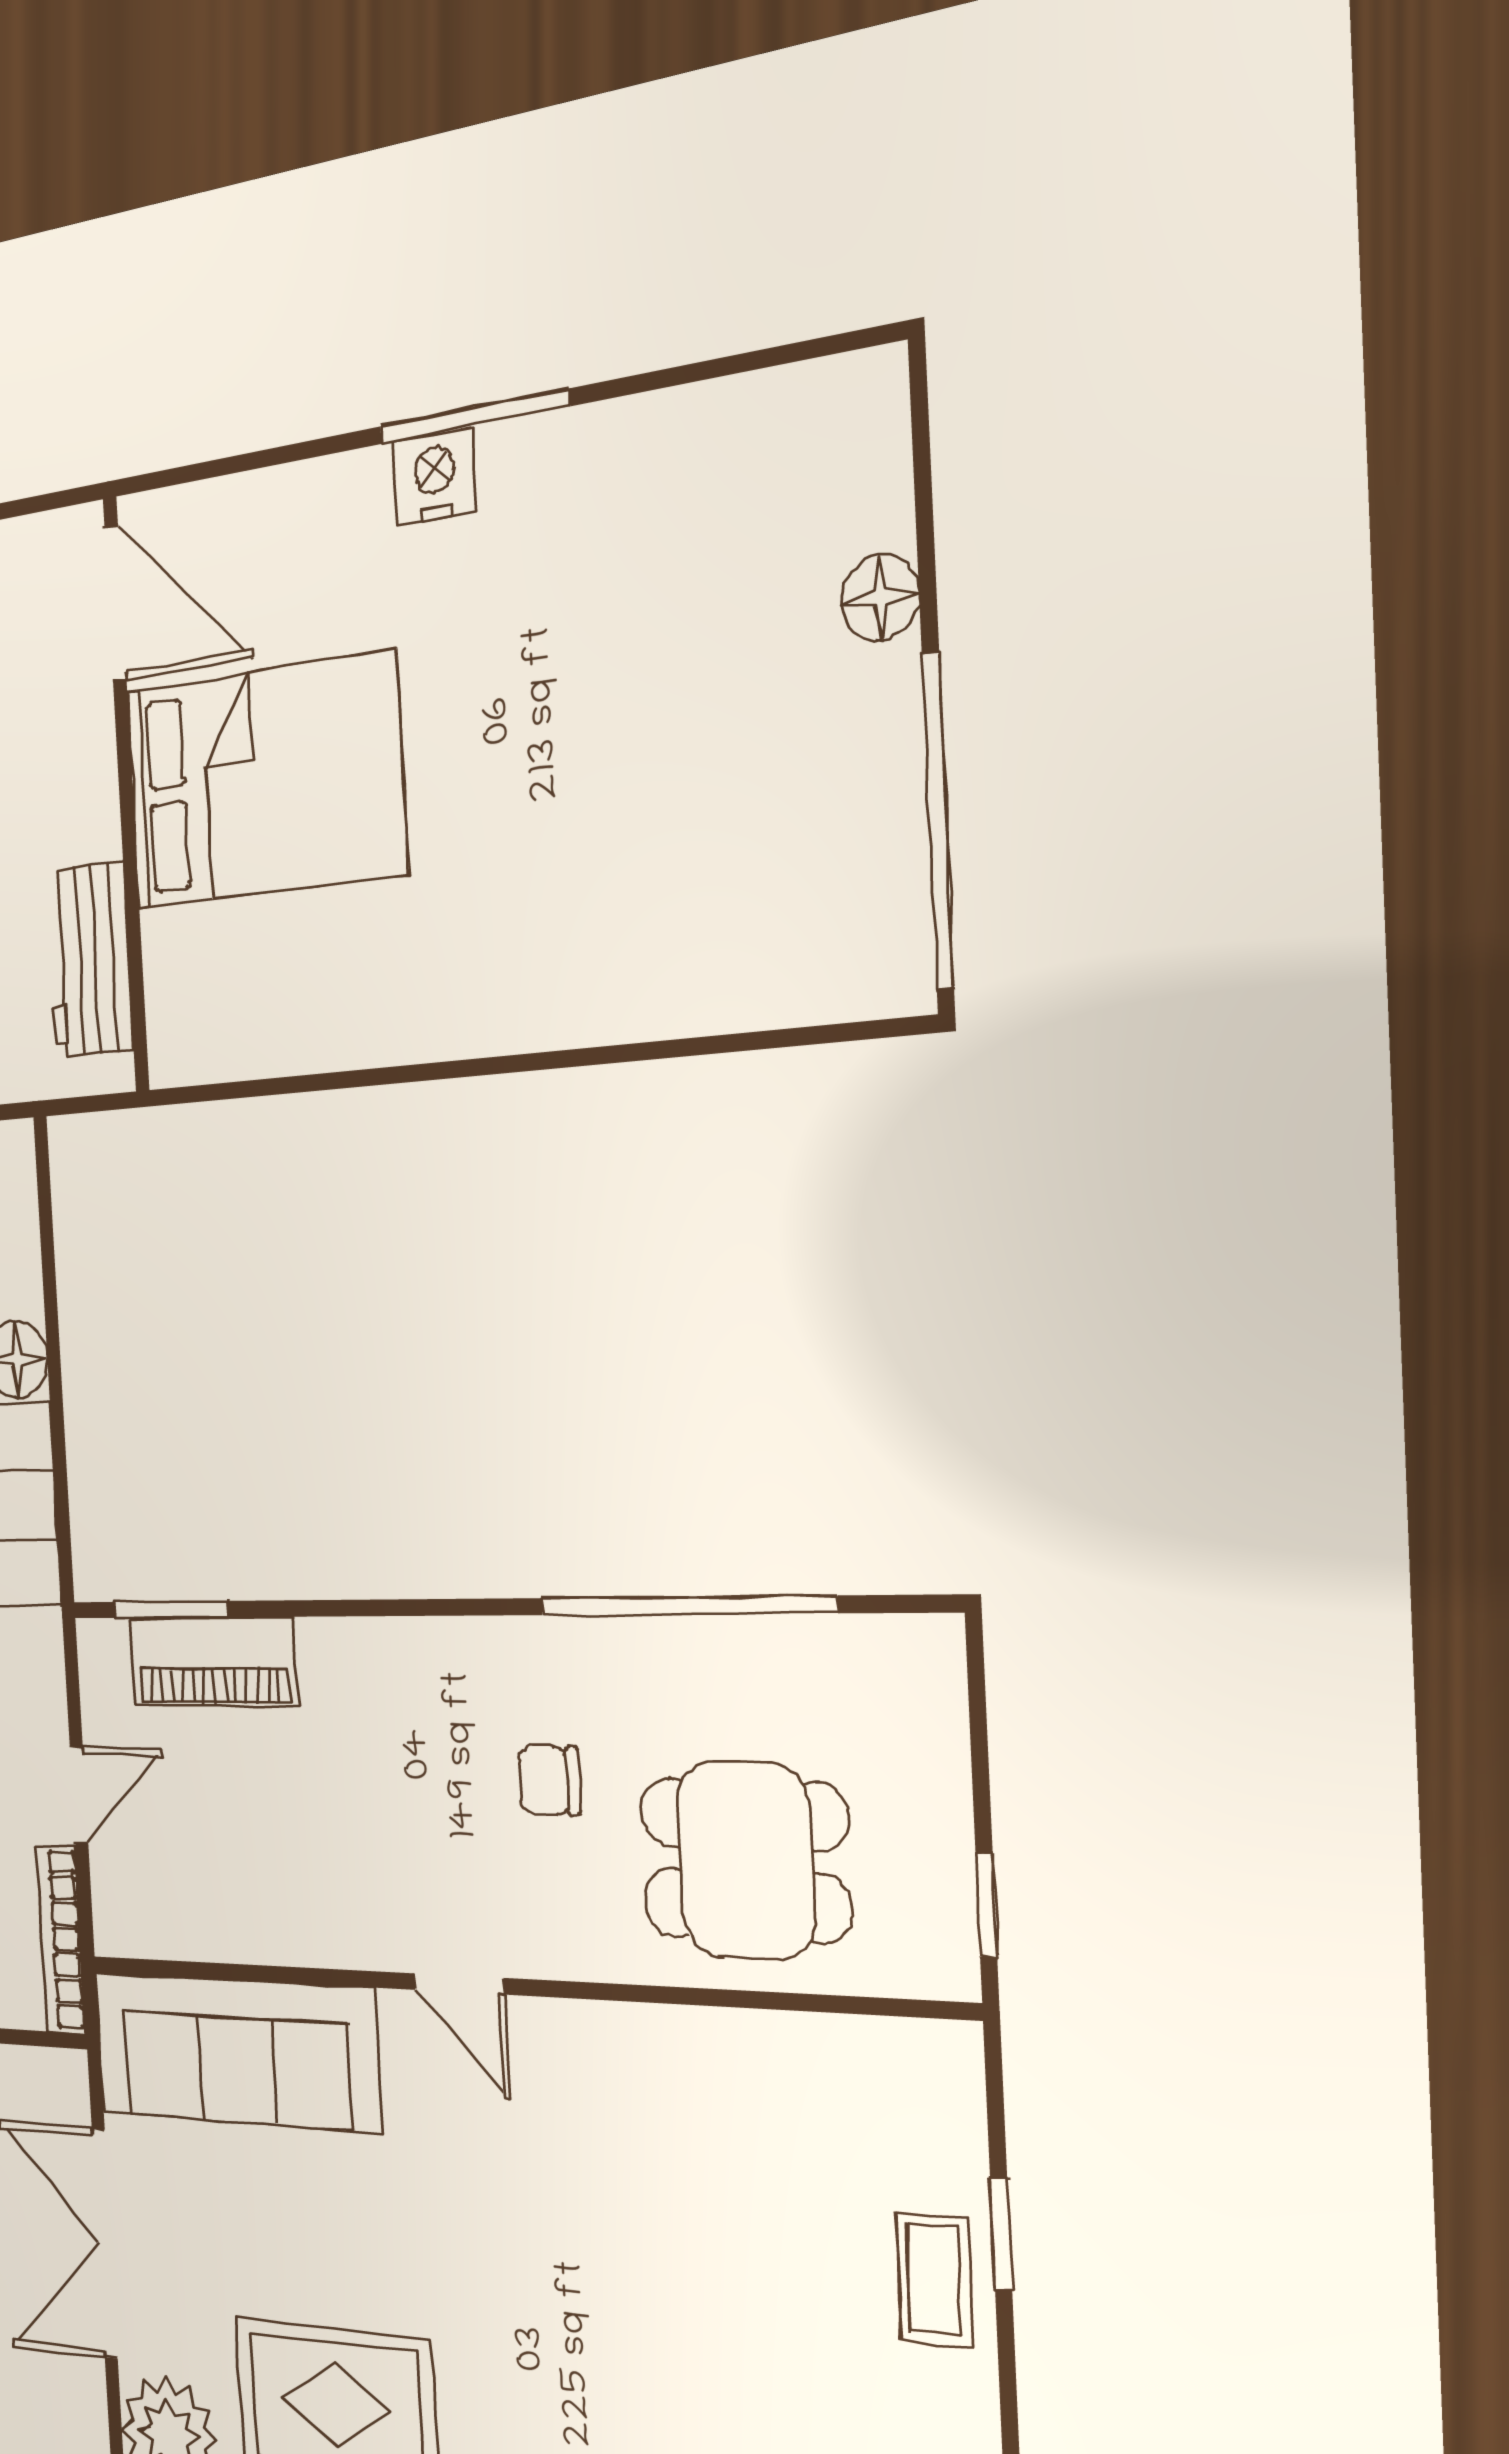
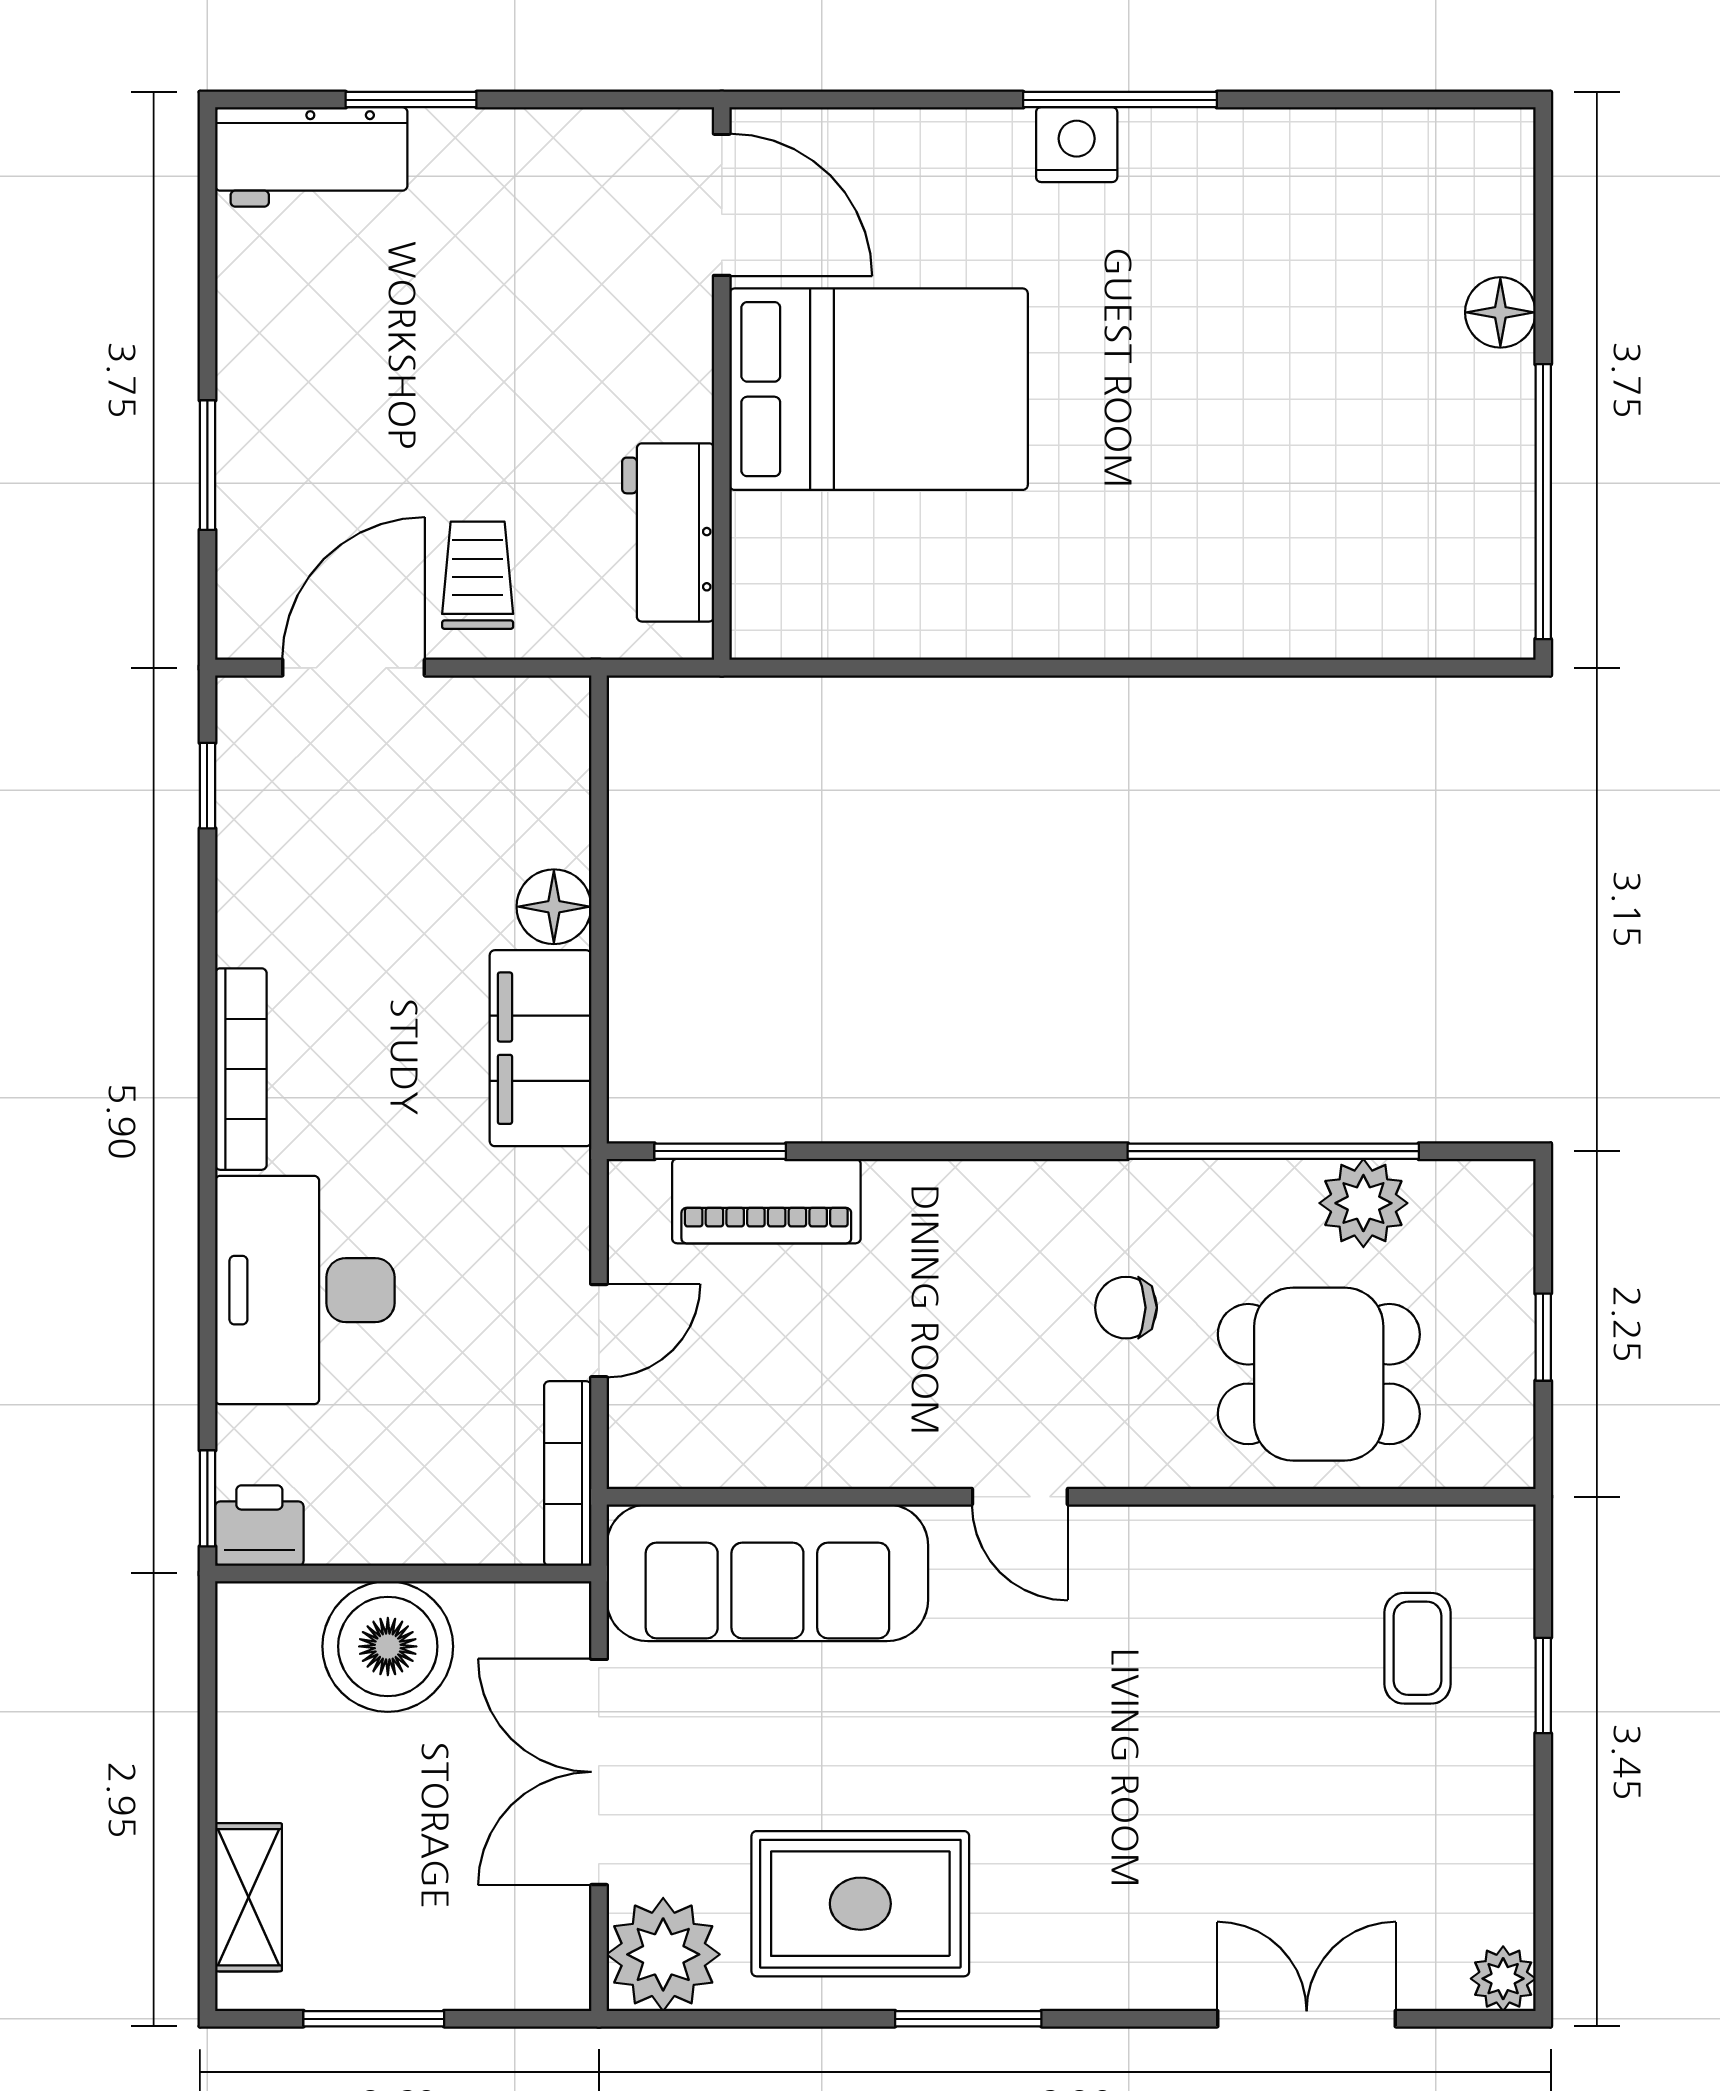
plant: (782, 1665) -> (1363, 1203), added
window: (986, 1905) -> (1543, 1337), moved
coffee table: (934, 2280) -> (1417, 1648), moved

